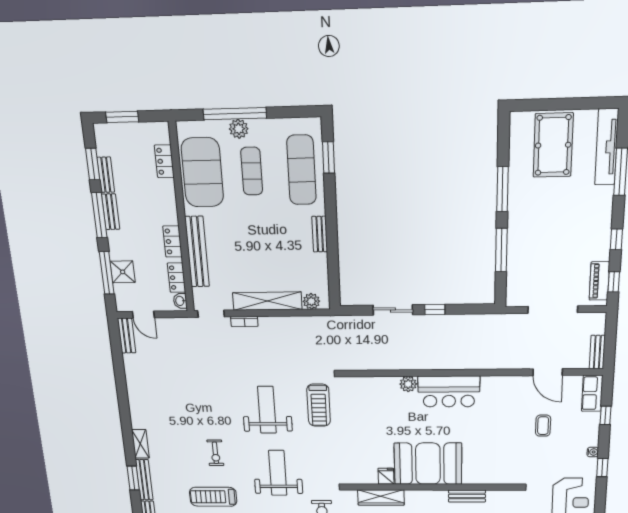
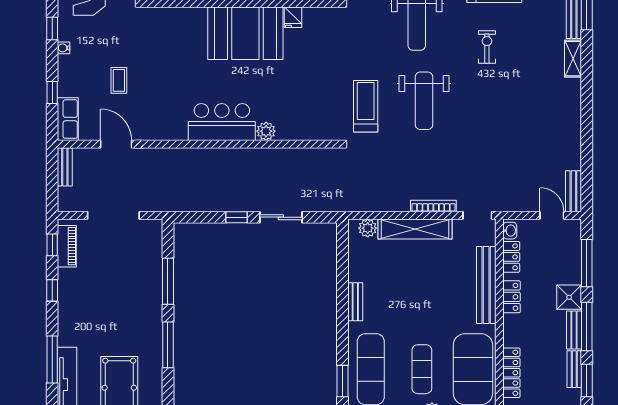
locker: (164, 161) -> (511, 373), width x1.53
shower: (123, 272) -> (569, 297), moved
bookcase: (244, 322) -> (433, 206), width x1.56

